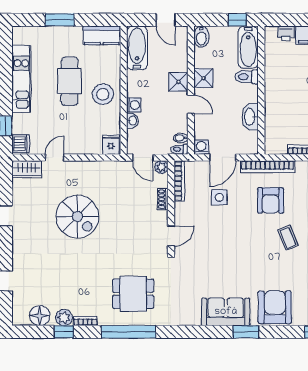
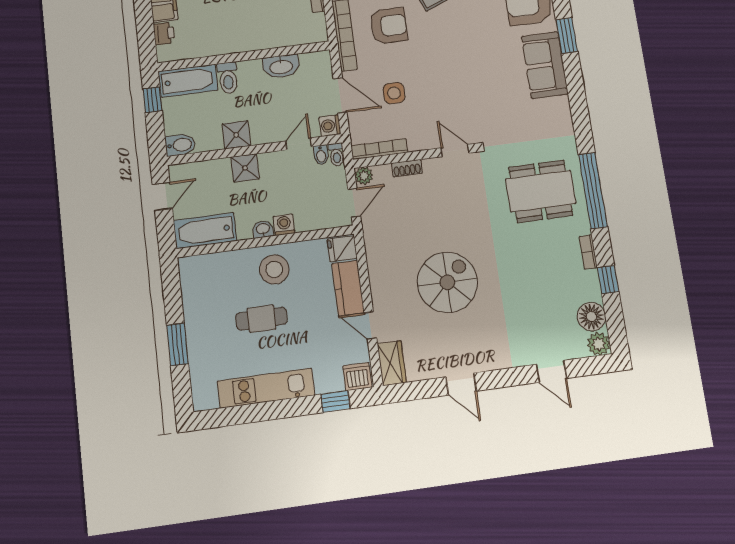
kitchen counter: (102, 35) -> (348, 288), moved, turned 180
cafe table: (70, 81) -> (261, 319), width x0.73, depth x0.74
door: (191, 104) -> (299, 144), moved
washbasin: (133, 121) -> (263, 229), moved
dining table: (133, 294) -> (541, 191), width x1.38
plant: (64, 318) -> (599, 344), moved

